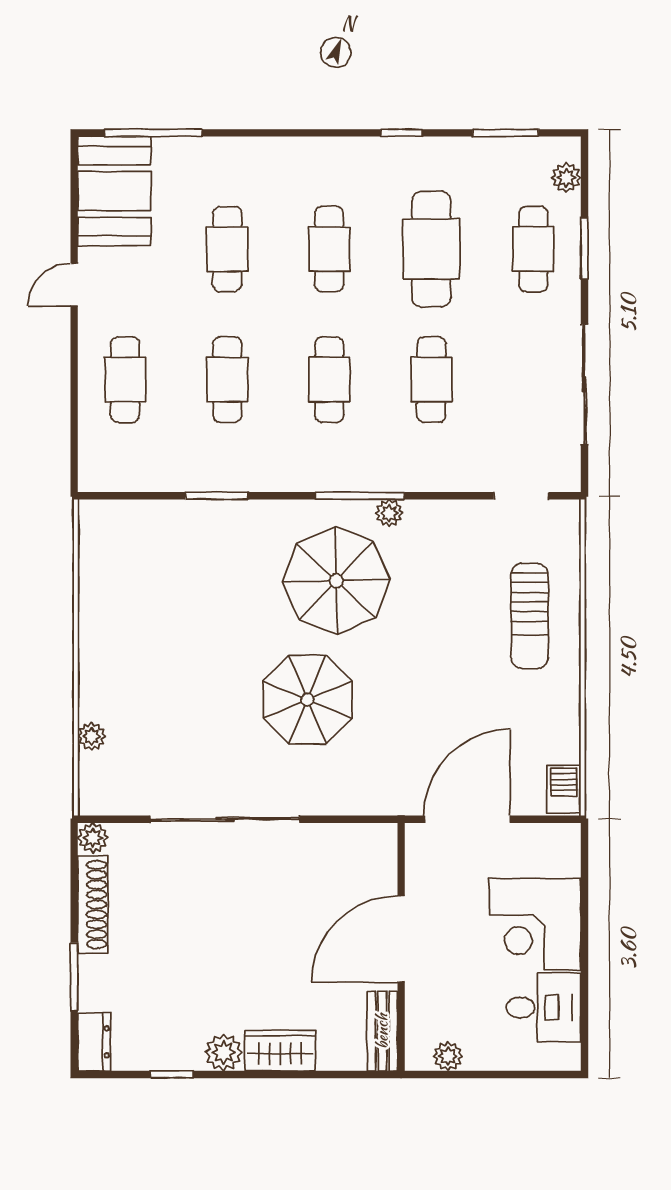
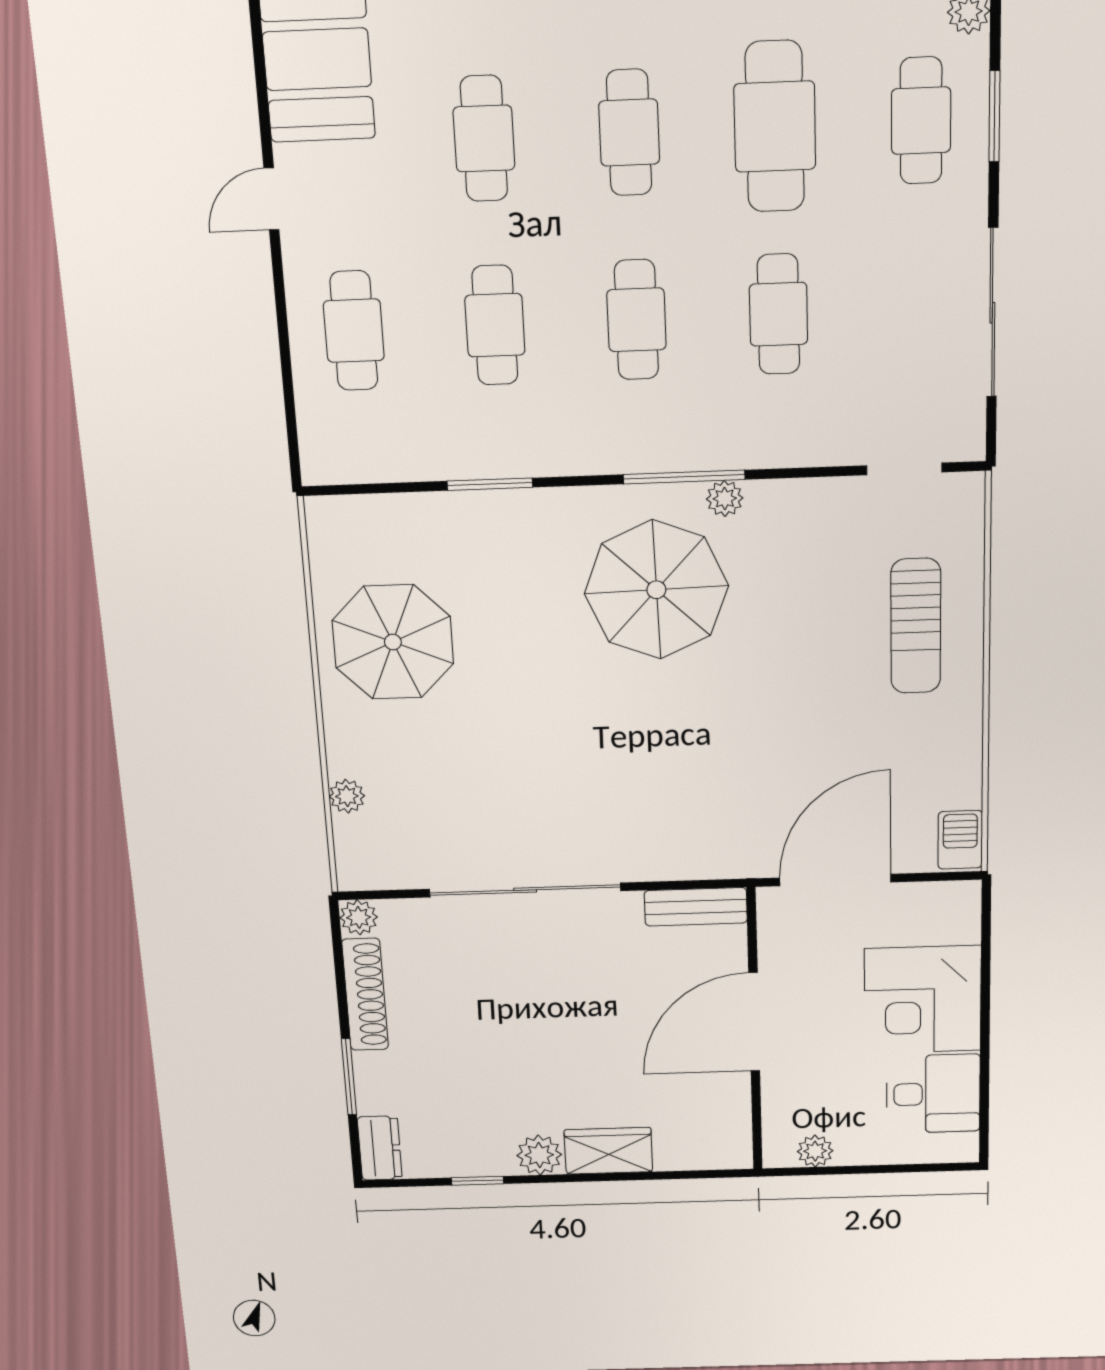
parasol: (307, 700) -> (393, 642), moved
bench: (382, 1031) -> (696, 907), moved, turned 90

